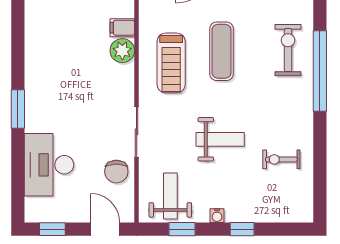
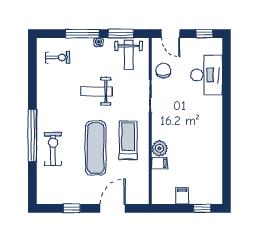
exercise bike: (288, 50) -> (53, 149), turned 180
exercise mat: (222, 51) -> (96, 148), width x1.36, depth x1.45
window: (18, 109) -> (227, 111), removed
exercise bike: (281, 159) -> (58, 57), moved
window: (182, 229) -> (121, 34), width x1.50
window: (242, 229) -> (82, 34), width x2.17

